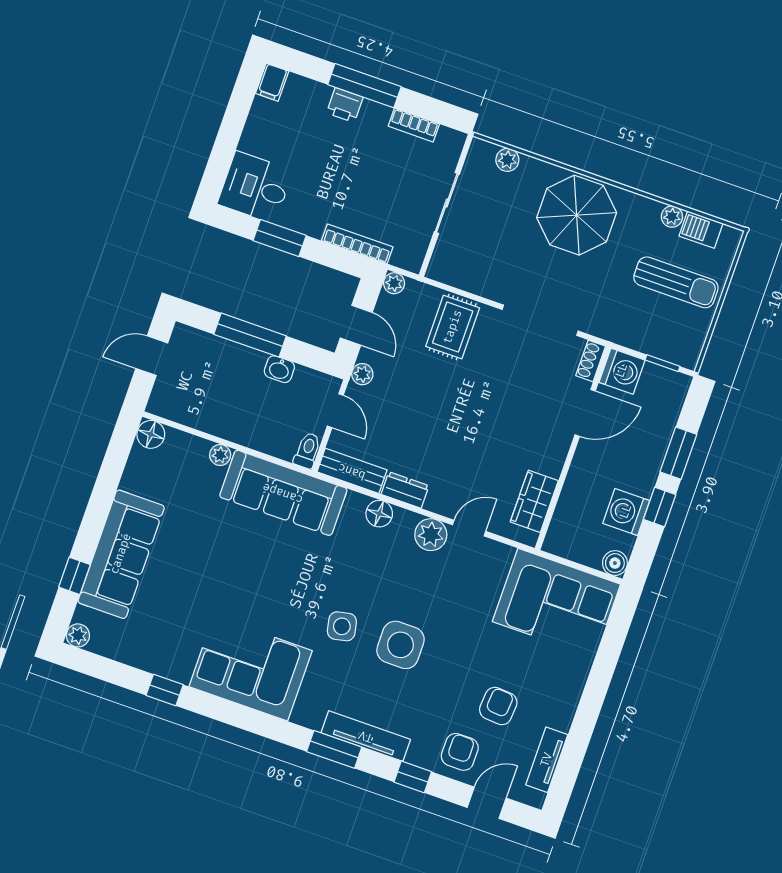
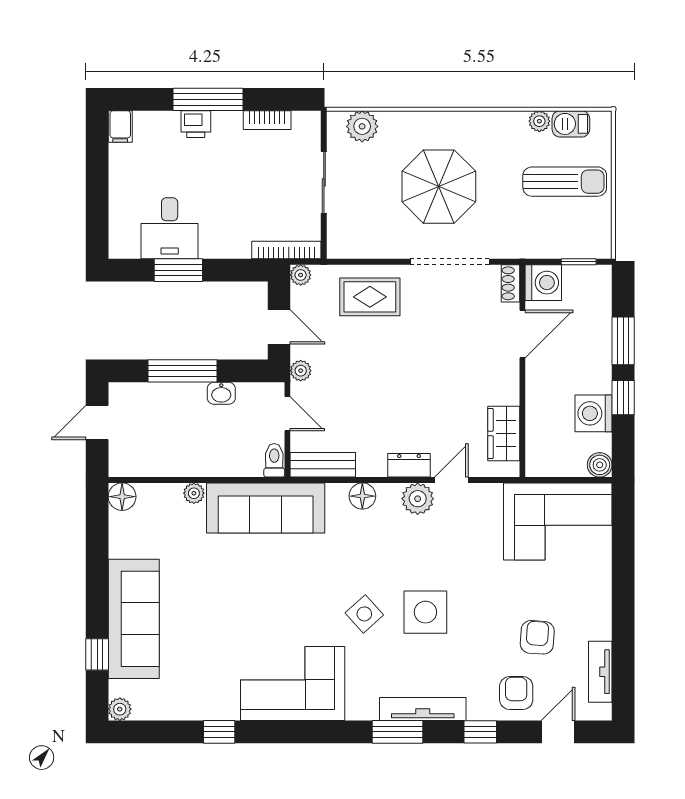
plant: (507, 160) -> (362, 126), width x1.38, depth x1.38
desk: (255, 187) -> (170, 228), moved, turned -90
parasol: (577, 215) -> (439, 187), moved
bookcase: (357, 244) -> (286, 250), moved
rug: (453, 327) -> (370, 297), turned 90
dresser: (405, 490) -> (409, 465), moved
side table: (342, 626) -> (364, 614), turned -30

